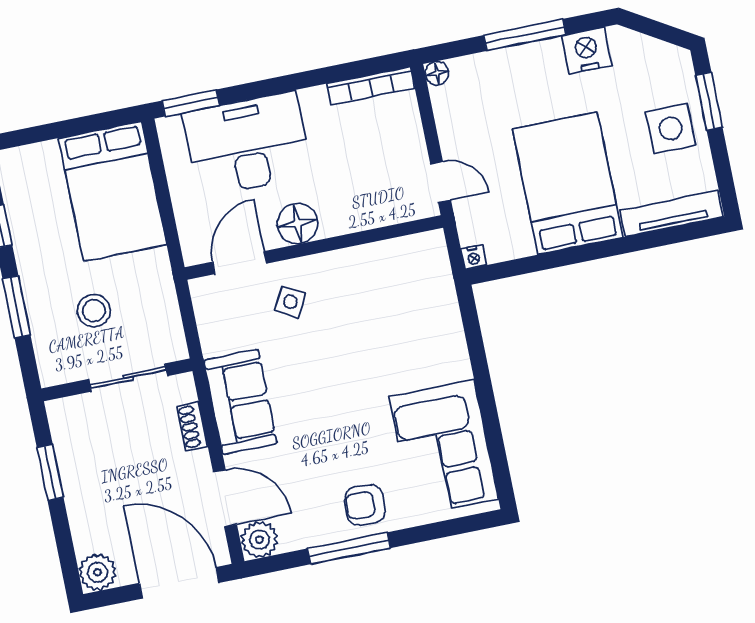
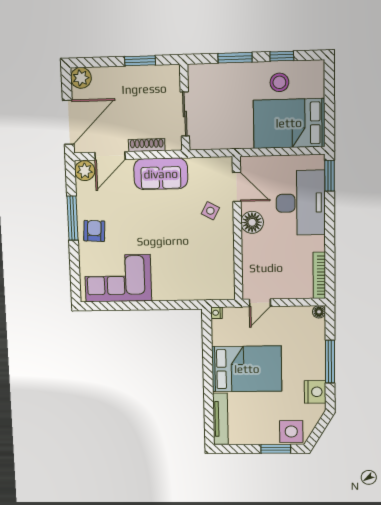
side table: (671, 128) -> (291, 431), moved
stool: (94, 311) -> (279, 82), moved
shoe rack: (192, 426) -> (147, 145), width x1.43

